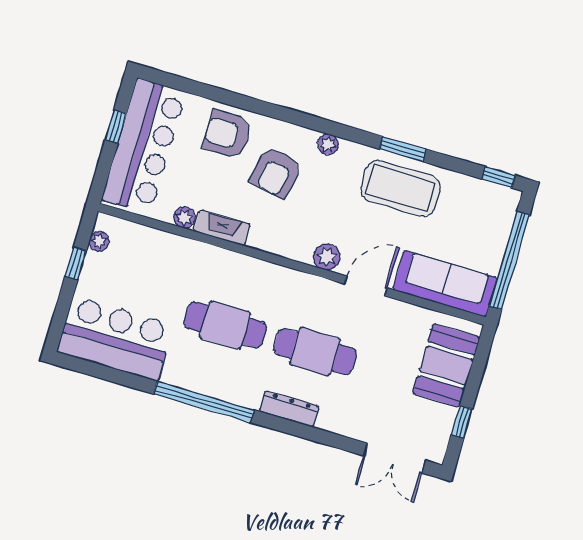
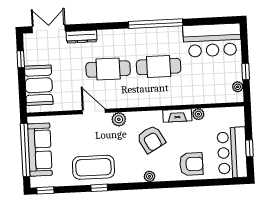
plant: (328, 144) -> (150, 176), moved
bar counter: (144, 146) -> (232, 153), width x0.73
window: (403, 149) -> (99, 188), width x0.67
armchair: (276, 173) -> (151, 139), moved, turned 140
sofa: (445, 284) -> (40, 150), moved, turned -90
door: (366, 286) -> (94, 111), swing flipped
dresser: (289, 409) -> (82, 37), moved

